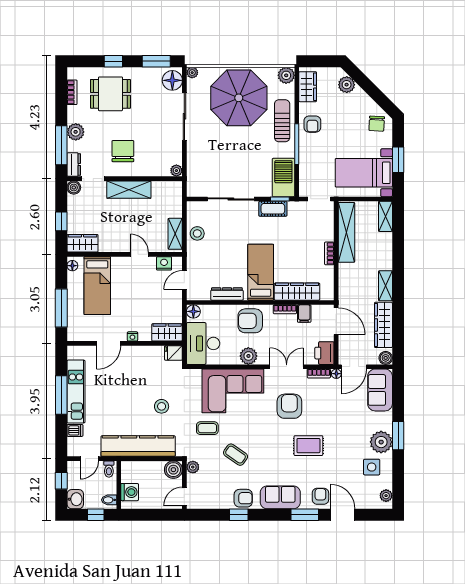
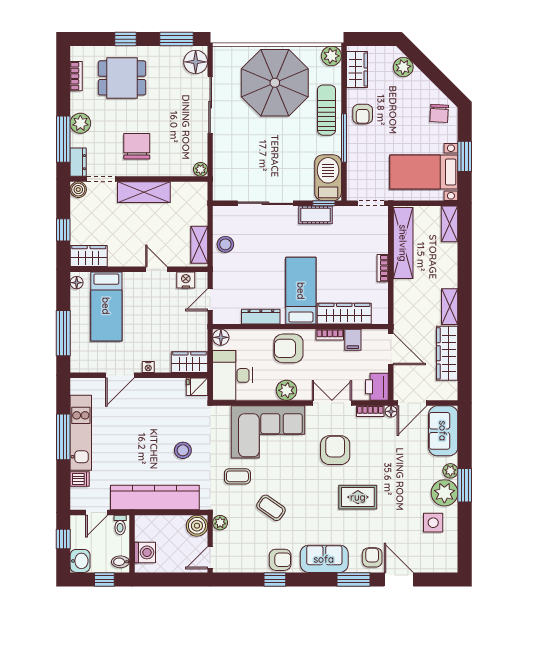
plant: (192, 73) -> (219, 53), removed
boiler: (386, 358) -> (450, 393), removed
plant: (386, 496) -> (450, 471), moved

